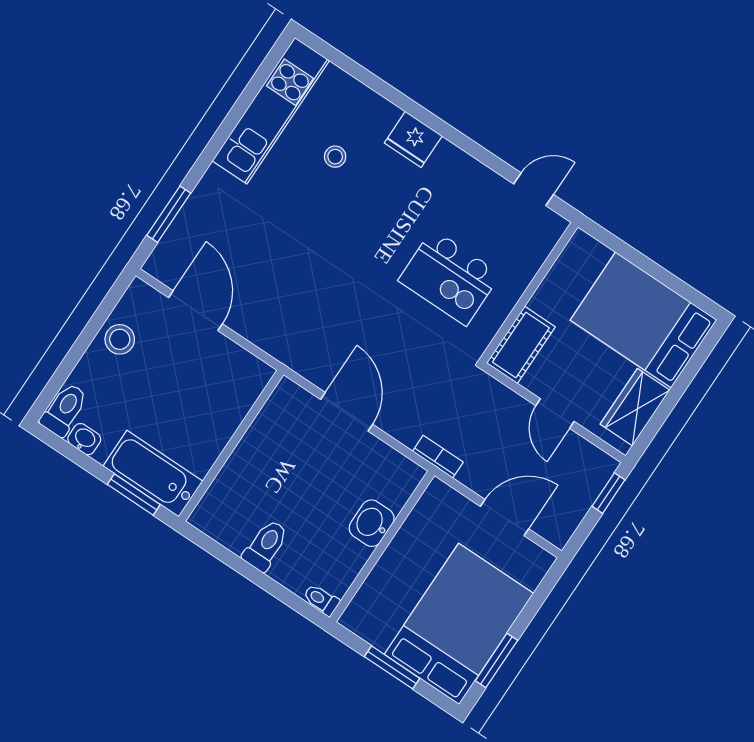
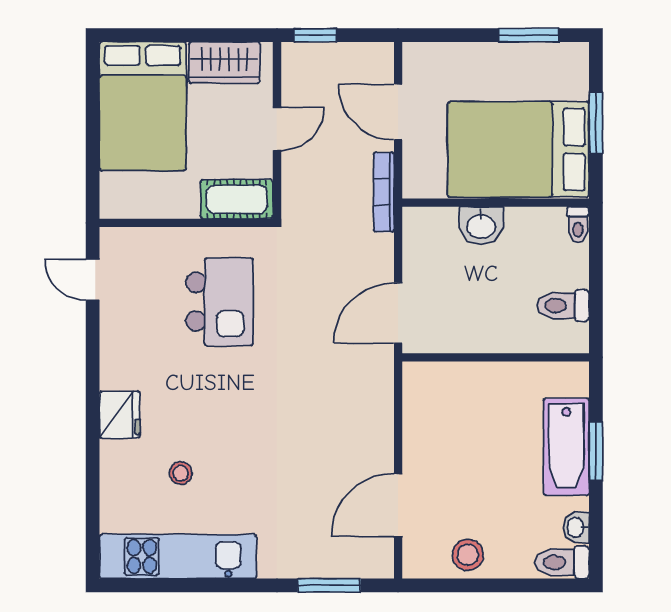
wall: (231, 446) -> (496, 357), moved
bookcase: (438, 457) -> (384, 192), width x1.56
bed: (459, 624) -> (518, 149), moved

